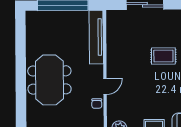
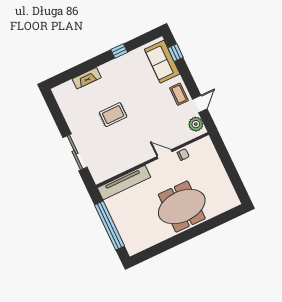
rug: (163, 56) -> (113, 115), turned 90

